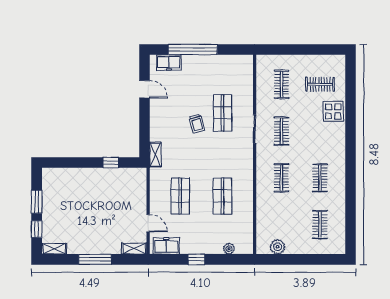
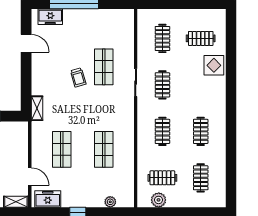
clothes rail: (281, 225) -> (162, 178), added

